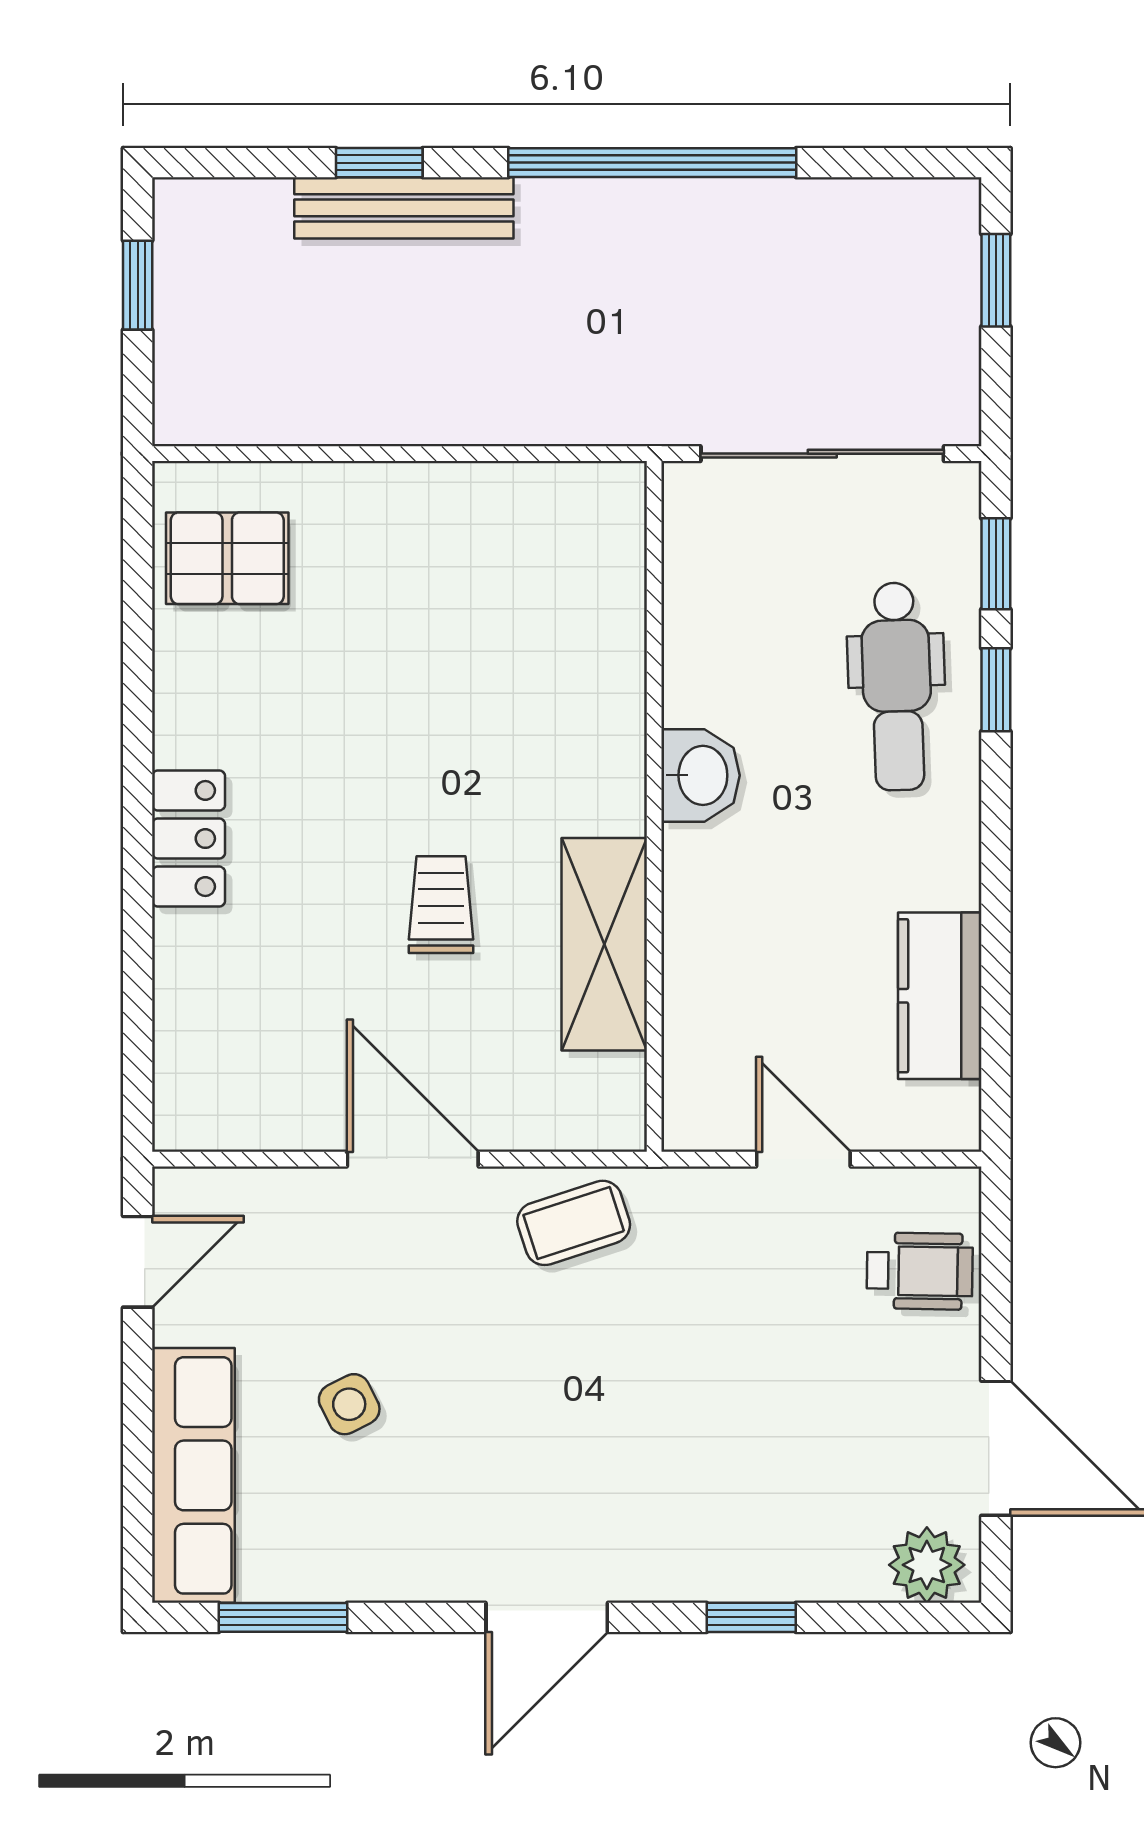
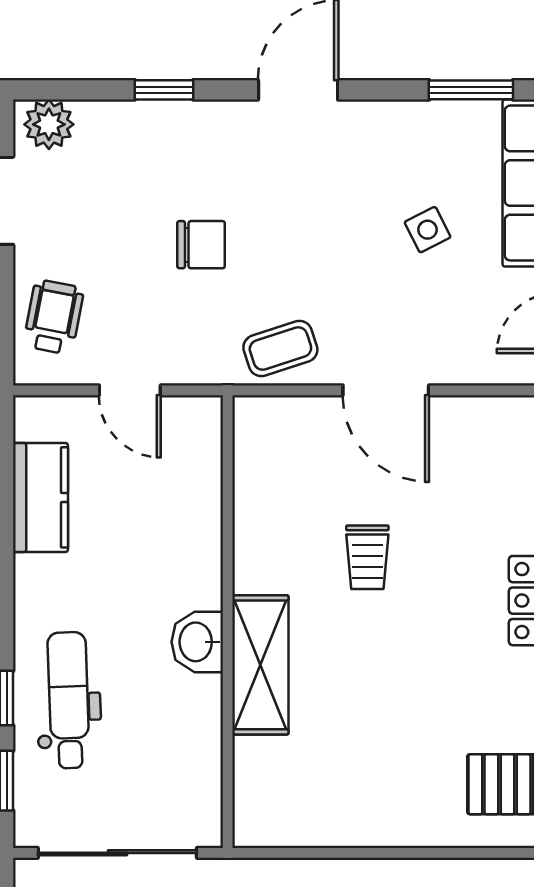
shelving: (604, 944) -> (260, 665), moved
wheelchair: (920, 1271) -> (54, 317), turned 100
chair: (695, 1381) -> (201, 245), added

